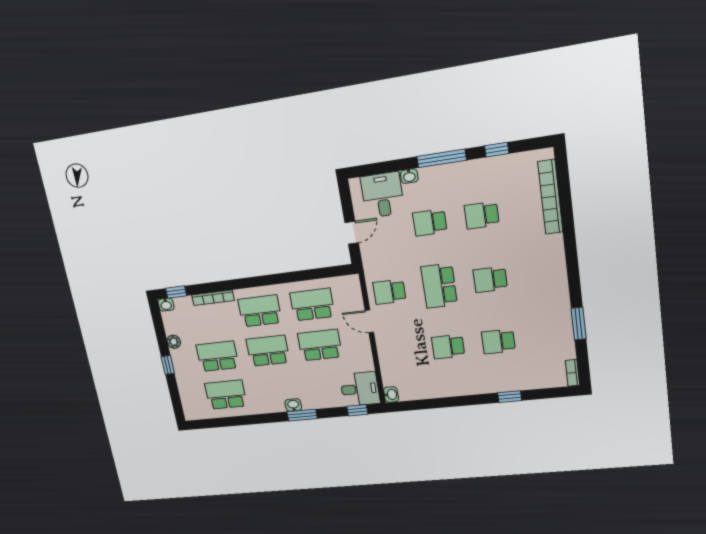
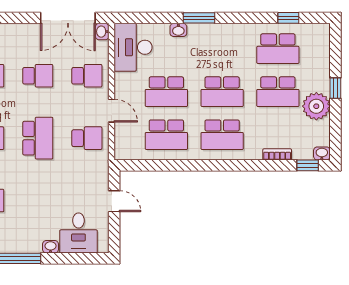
school desk: (430, 222) -> (87, 76), moved
door: (352, 233) -> (114, 201), swing flipped
bookcase: (213, 298) -> (277, 154), width x0.64
plant: (174, 342) -> (316, 106), width x1.88, depth x1.88
desk: (360, 389) -> (133, 47), width x1.37
double door: (426, 404) -> (68, 18), added
washbasin: (293, 405) -> (178, 30), moved
window: (357, 410) -> (288, 18), moved

